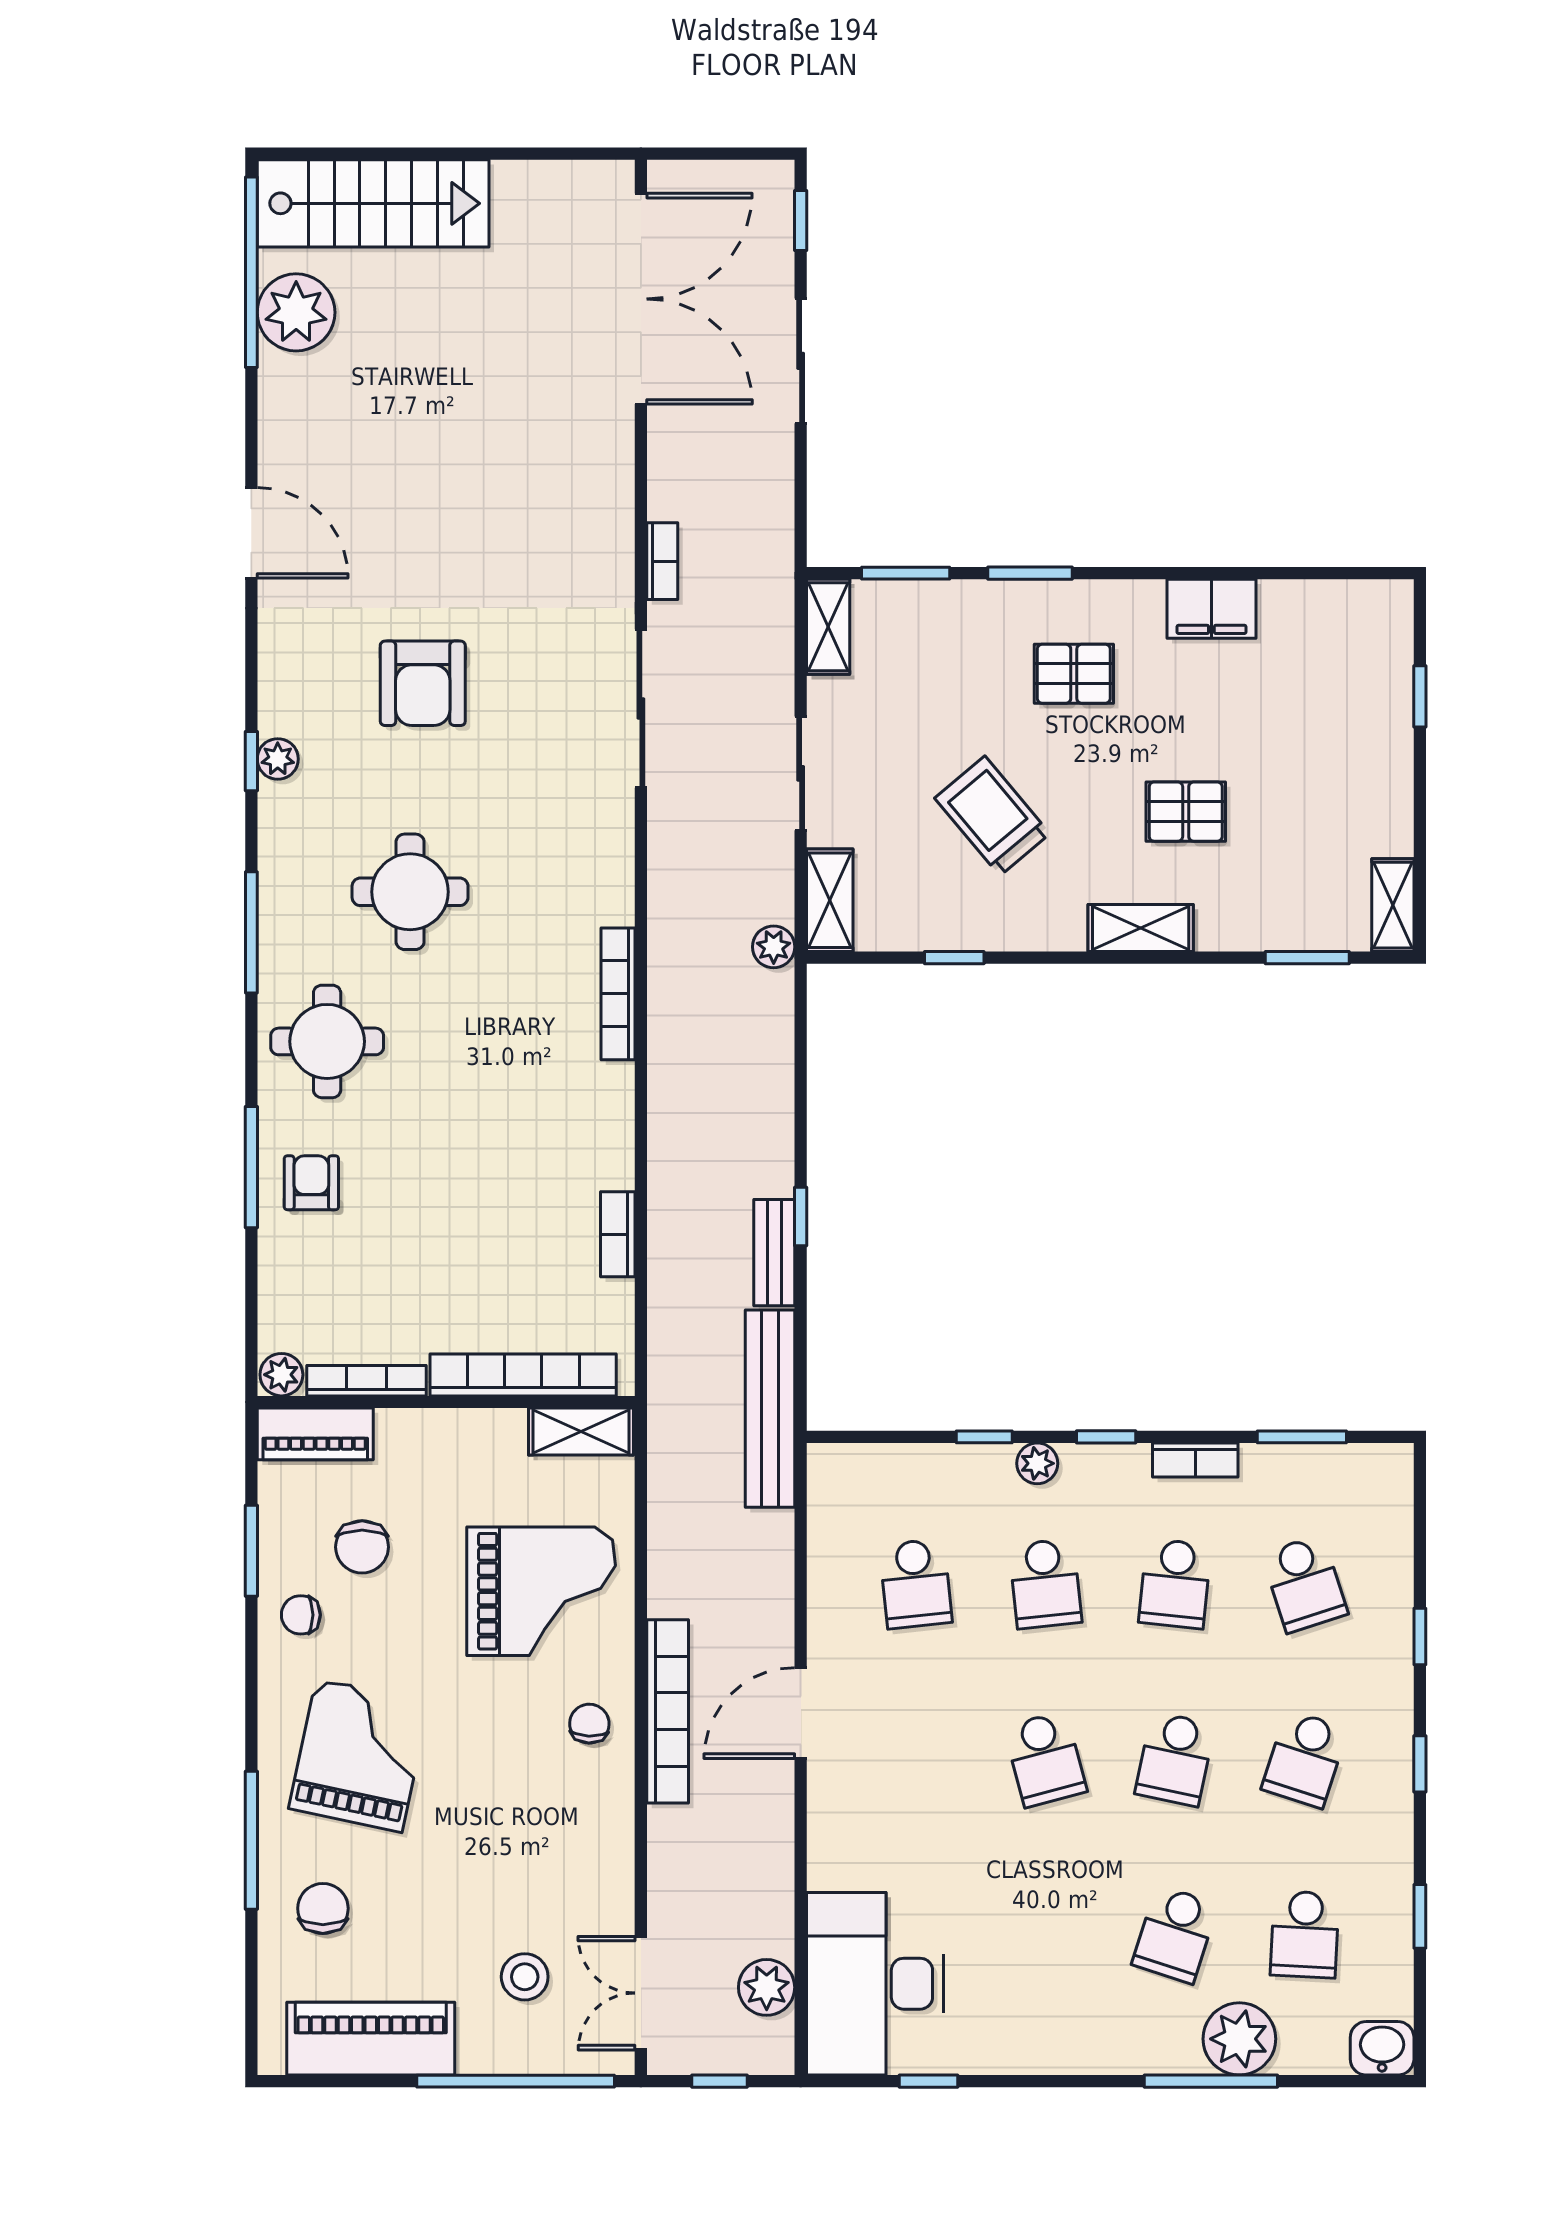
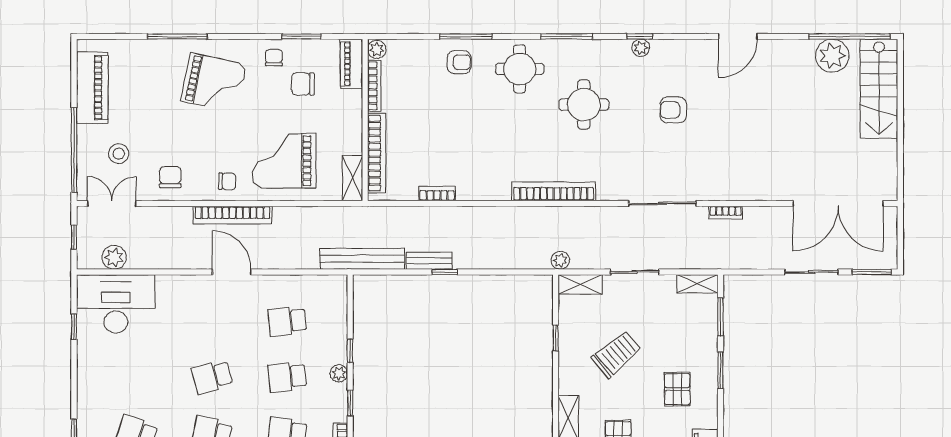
window: (801, 220) -> (872, 272), width x1.50
armchair: (423, 683) -> (673, 110), width x0.72, depth x0.72
bookcase: (618, 994) -> (554, 191), width x1.48, depth x1.31
grand piano: (541, 1591) -> (284, 161), turned 90
chair: (323, 1908) -> (170, 177), moved, turned -90

